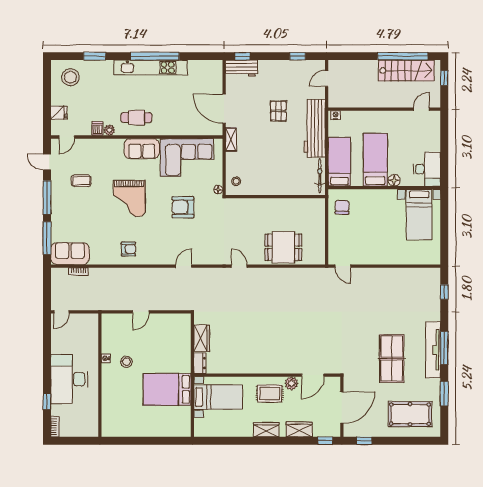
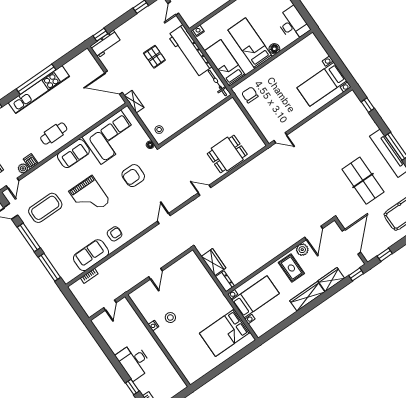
plant: (109, 130) -> (23, 168), moved
coffee table: (81, 181) -> (45, 208), width x1.86, depth x1.72
bed with nightstands: (419, 214) -> (322, 84), moved, turned 90
sofa: (70, 254) -> (91, 255), moved
door: (61, 312) -> (110, 305), moved
desk: (69, 379) -> (134, 361), width x0.73, depth x0.77
bed: (167, 389) -> (225, 333), moved
rug: (270, 393) -> (291, 268), turned 90
wardrobe: (266, 430) -> (307, 296), width x1.50

